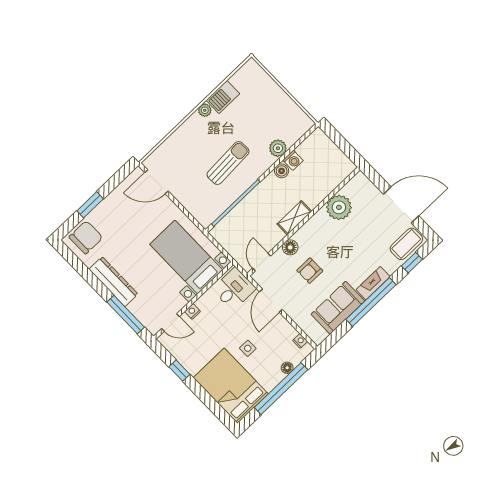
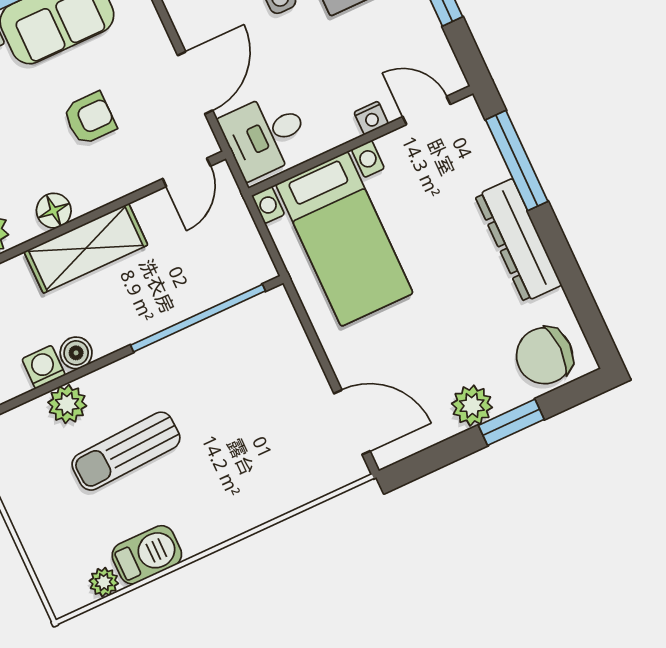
plant: (205, 110) -> (104, 582), moved
sun lounger: (228, 163) -> (126, 451), moved
plant: (109, 206) -> (472, 406), added
shelving: (294, 218) -> (86, 248), width x1.50, depth x1.33
floor lamp: (290, 247) -> (54, 211), moved

